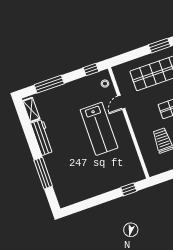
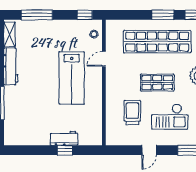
workbench: (111, 184) -> (64, 138), added
window: (129, 189) -> (65, 150), moved

